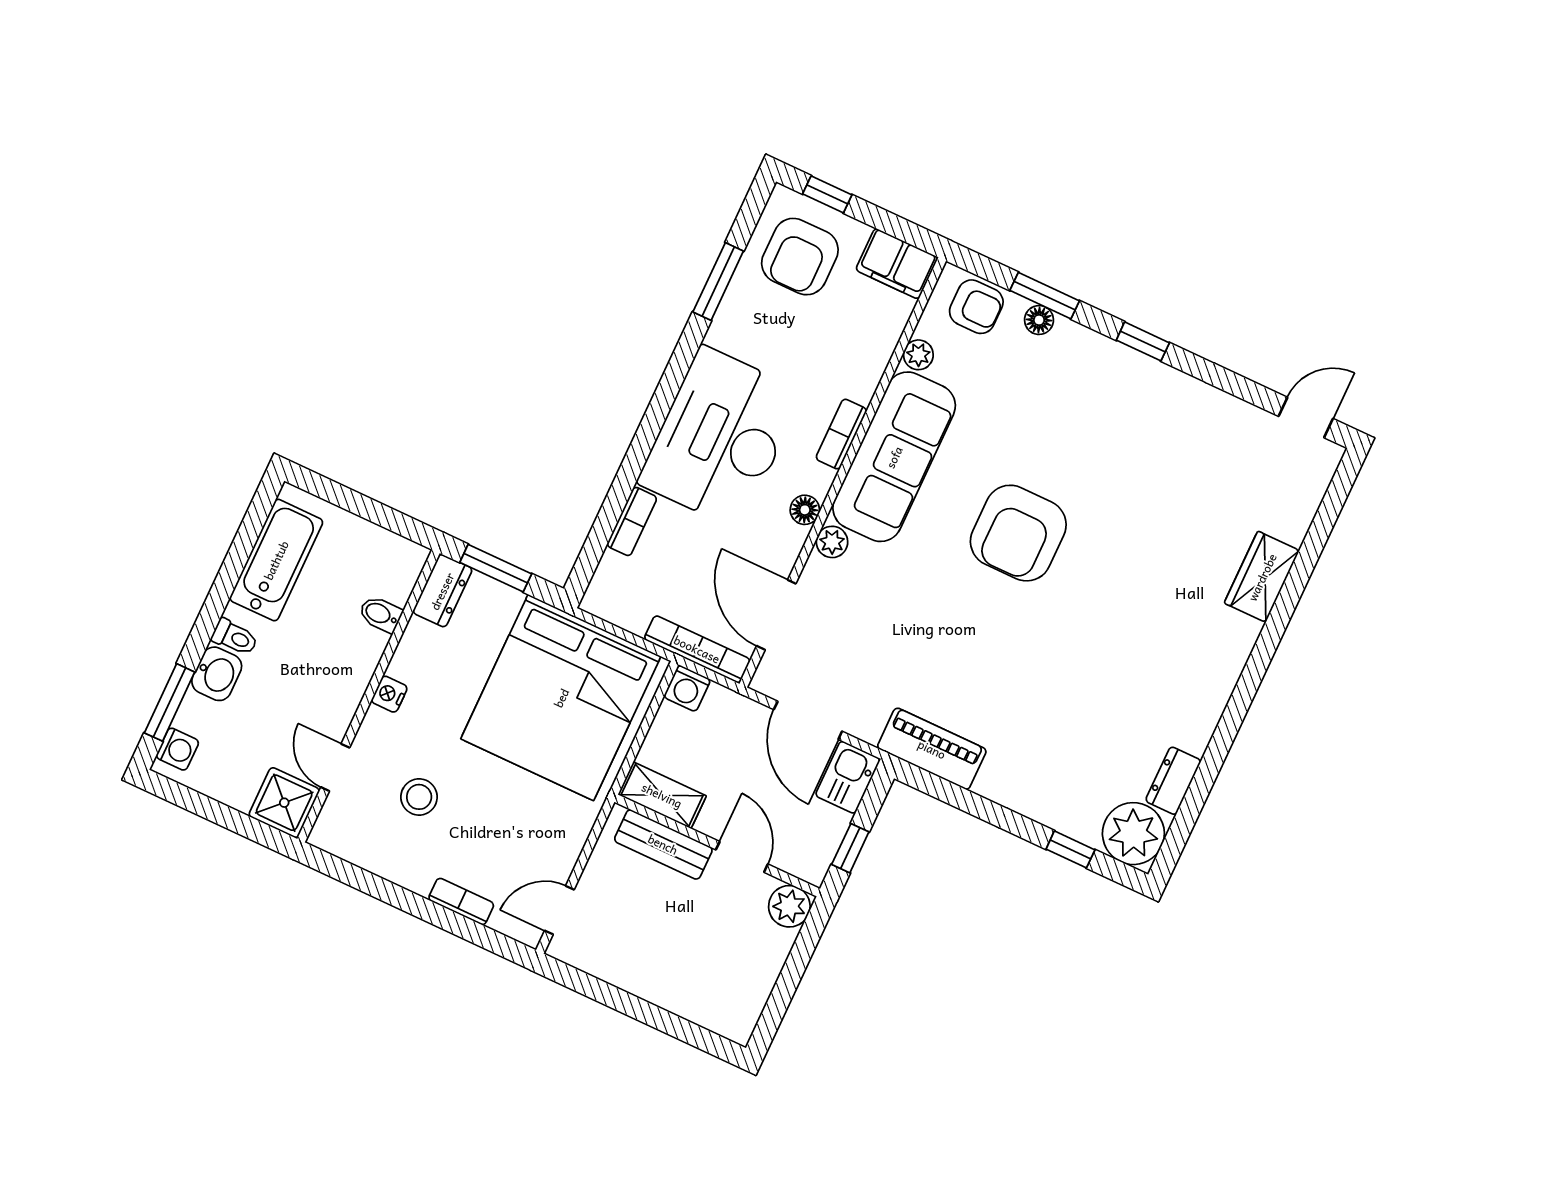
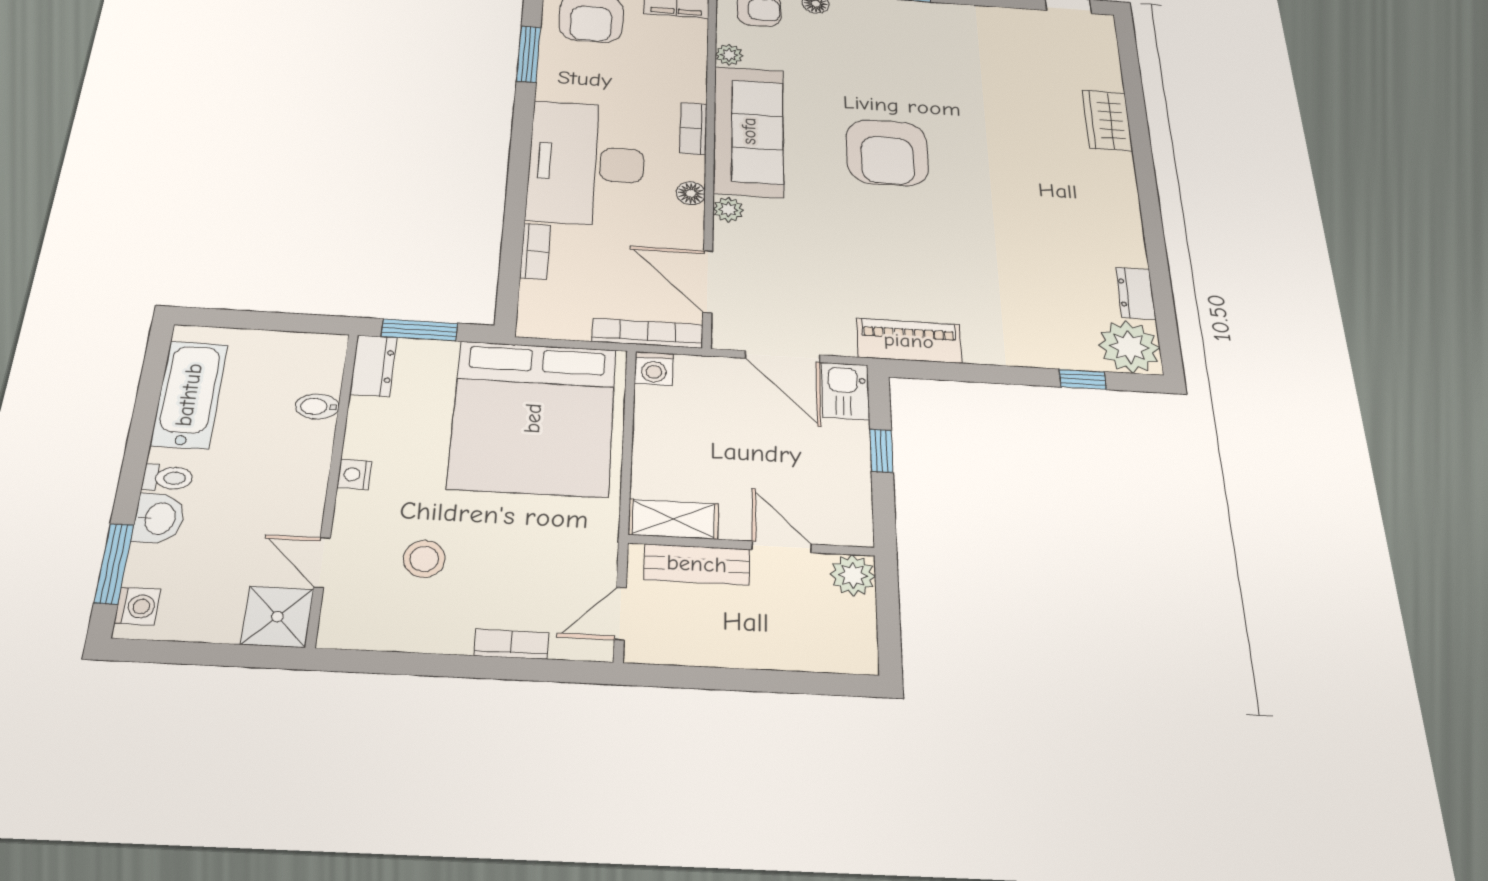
shelving: (662, 795) -> (673, 519), moved
bench: (663, 844) -> (697, 564), moved
wall: (717, 845) -> (752, 545), moved
door: (742, 857) -> (782, 547), moved
plant: (789, 906) -> (853, 575), moved

